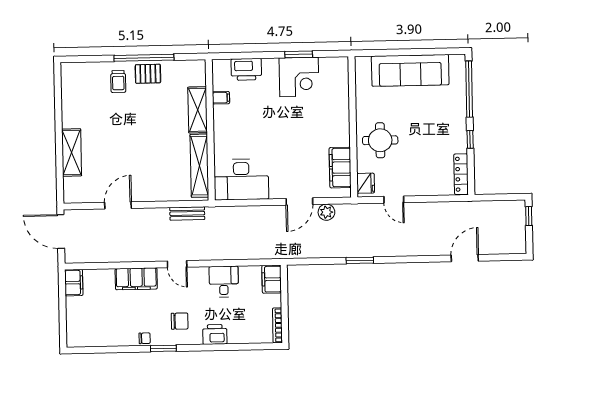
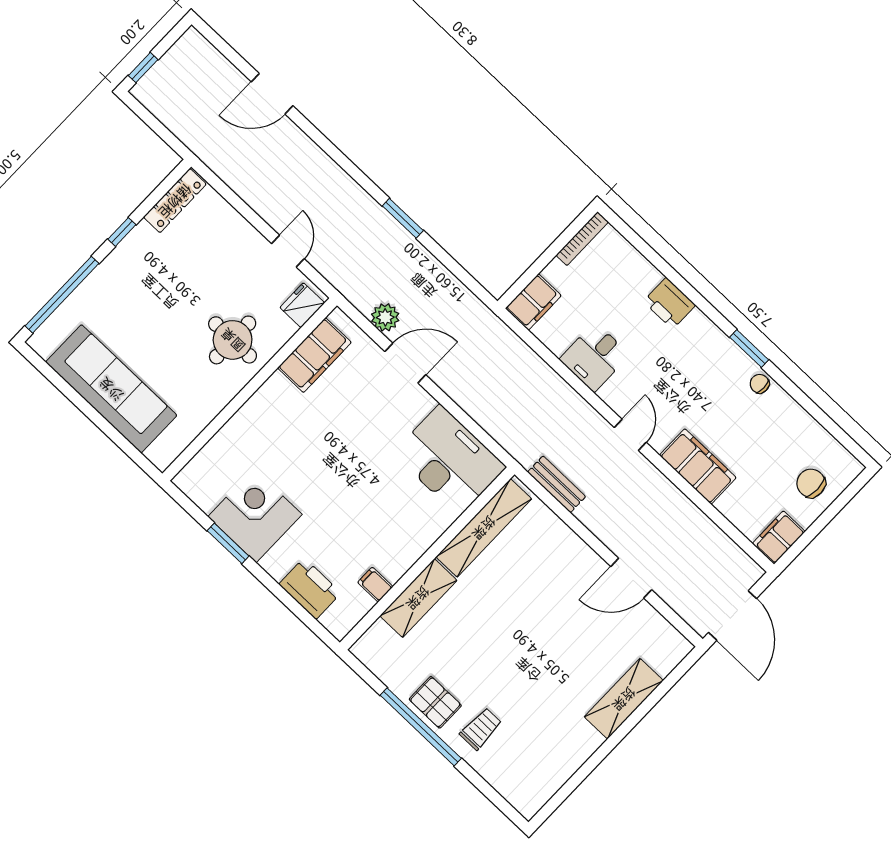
chair: (180, 321) -> (811, 483), moved

